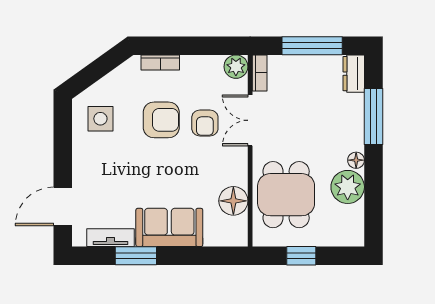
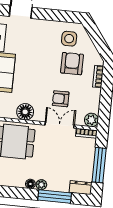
armchair: (161, 120) -> (72, 64), moved, turned 180
plant: (348, 187) -> (41, 185), moved, width x0.53, depth x0.53
floor lamp: (233, 201) -> (25, 112), moved

